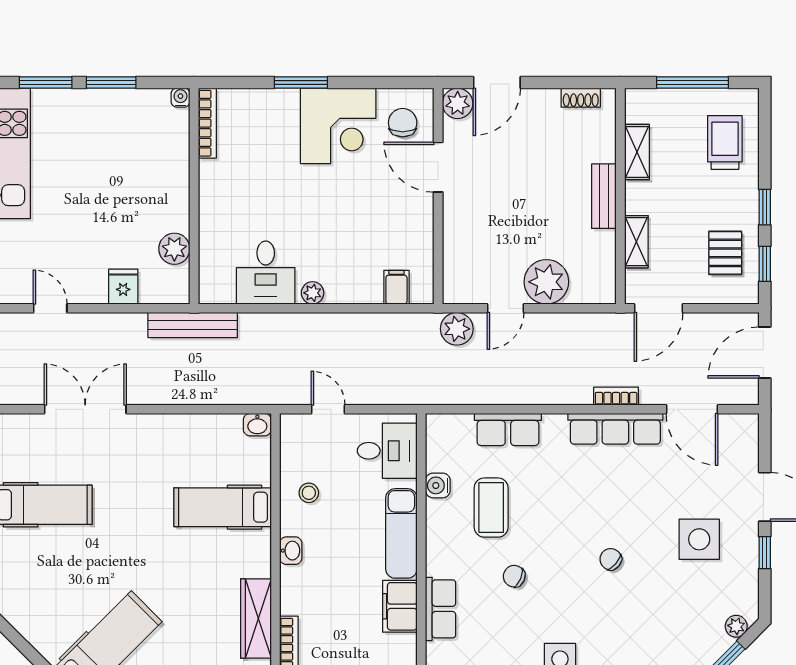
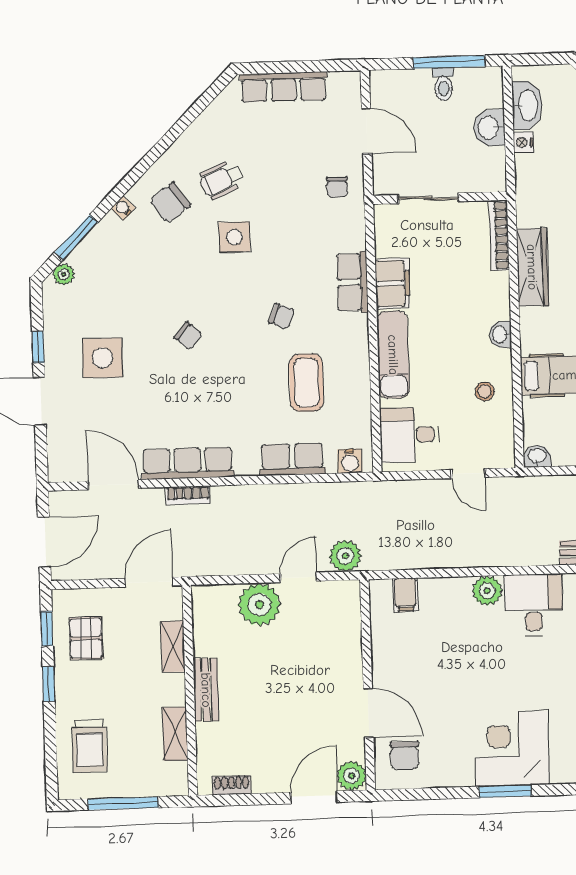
corner desk: (338, 126) -> (512, 749), moved
plant: (313, 293) -> (487, 591), width x1.38, depth x1.38
water cooler: (438, 485) -> (350, 461), moved, turned 90

